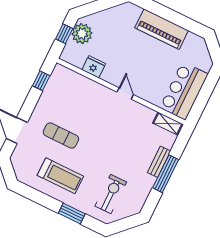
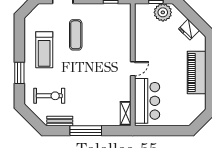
fridge: (94, 67) -> (189, 30), moved, turned 135
bar counter: (184, 91) -> (147, 101), moved, turned 90
bench: (159, 162) -> (60, 121), moved

